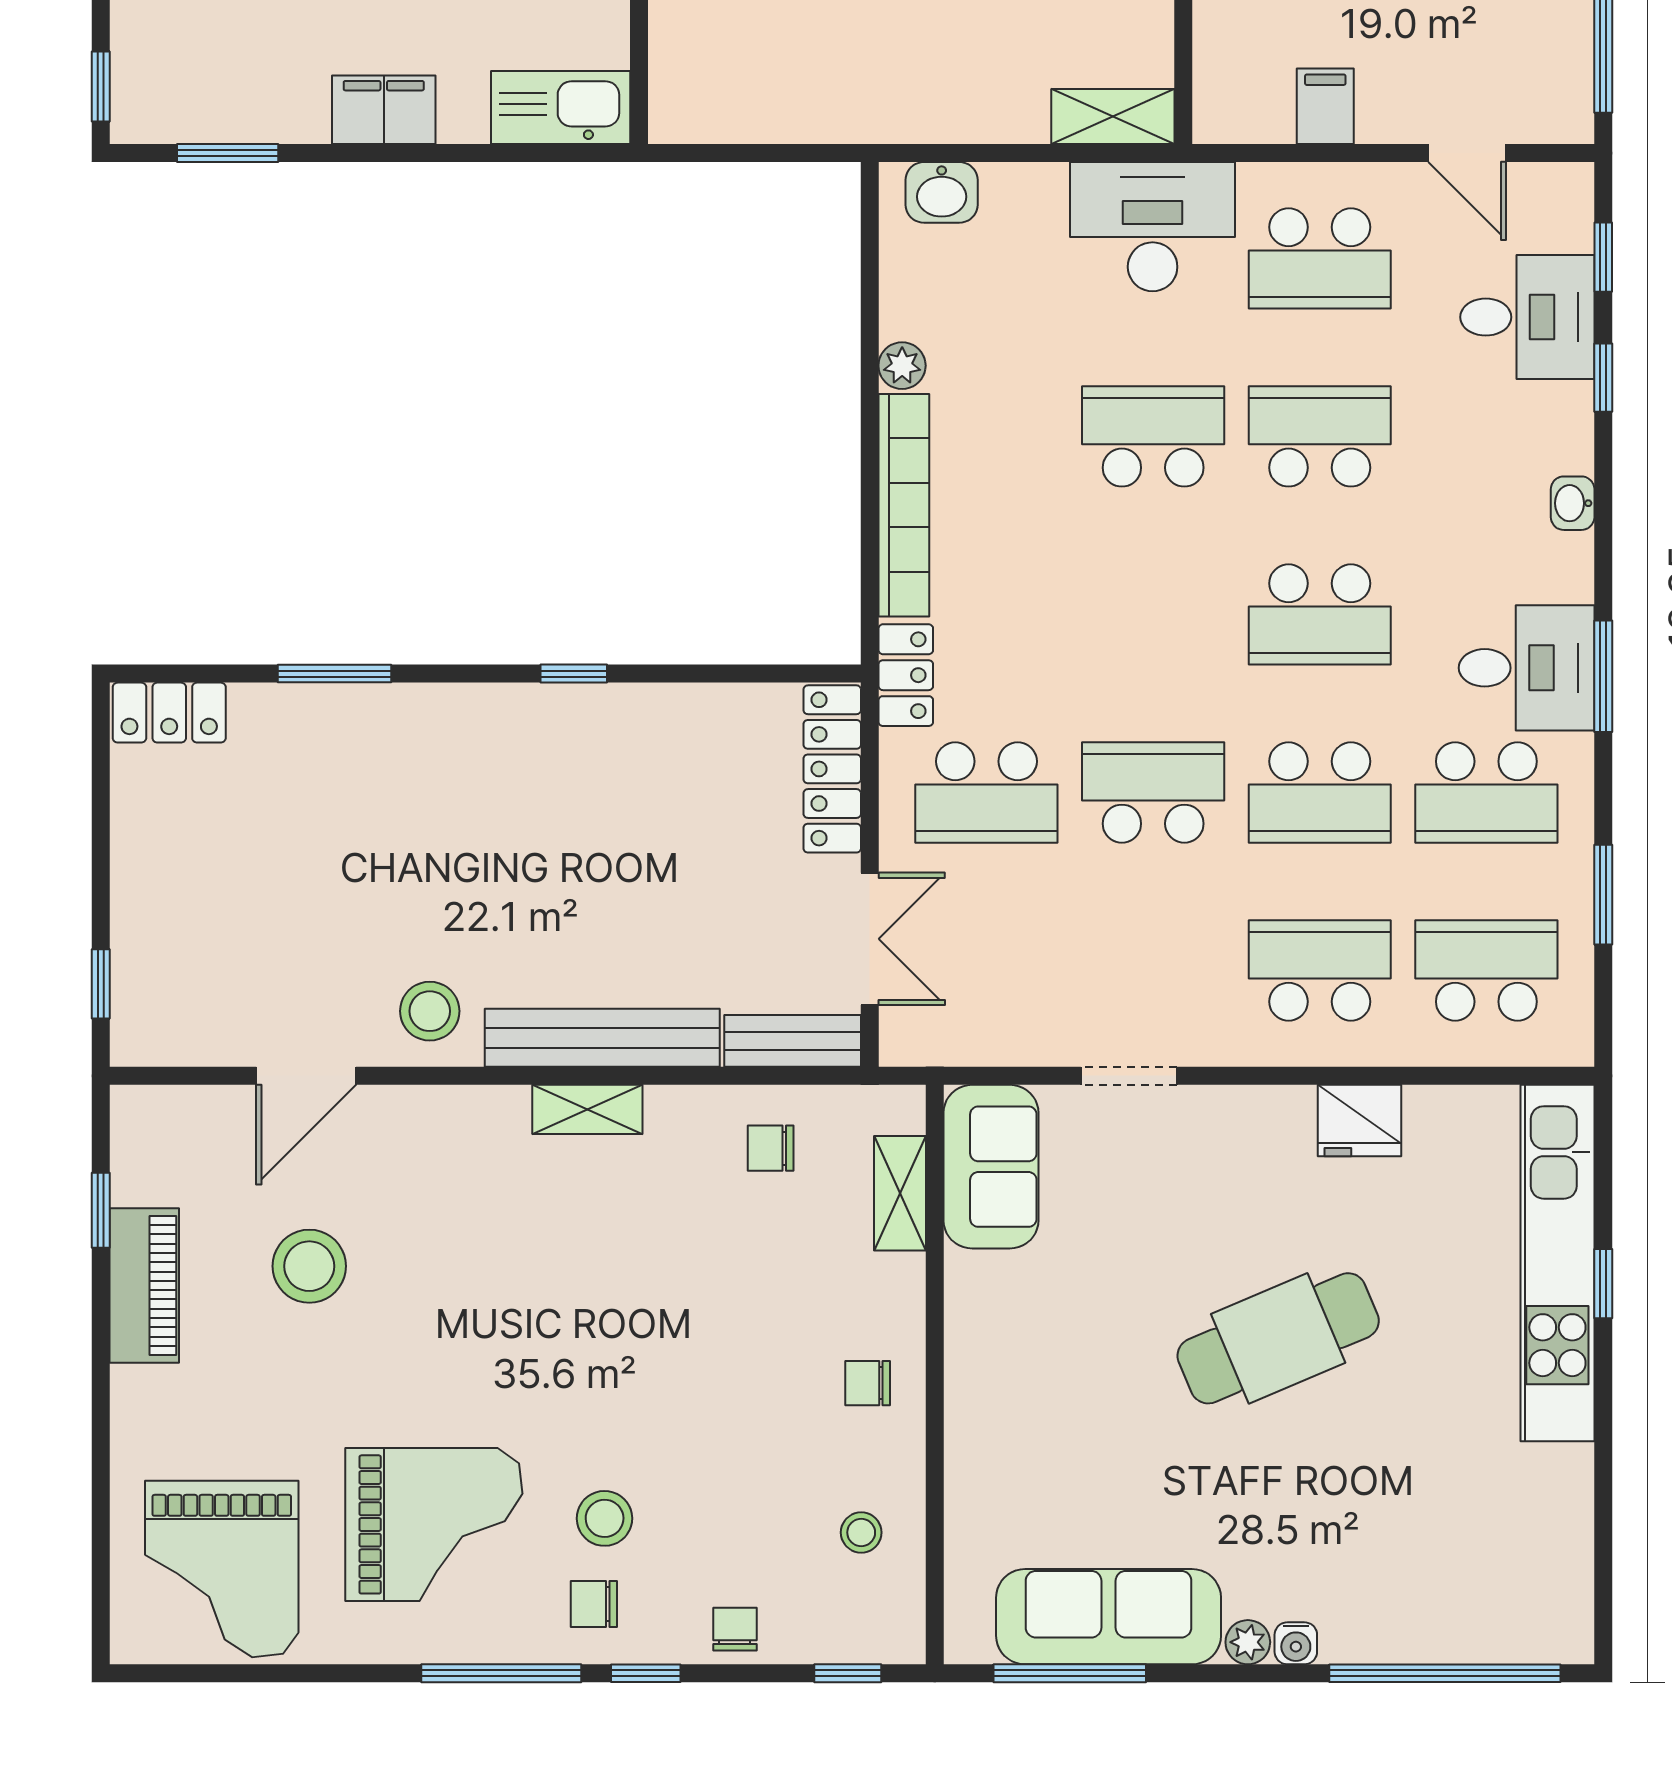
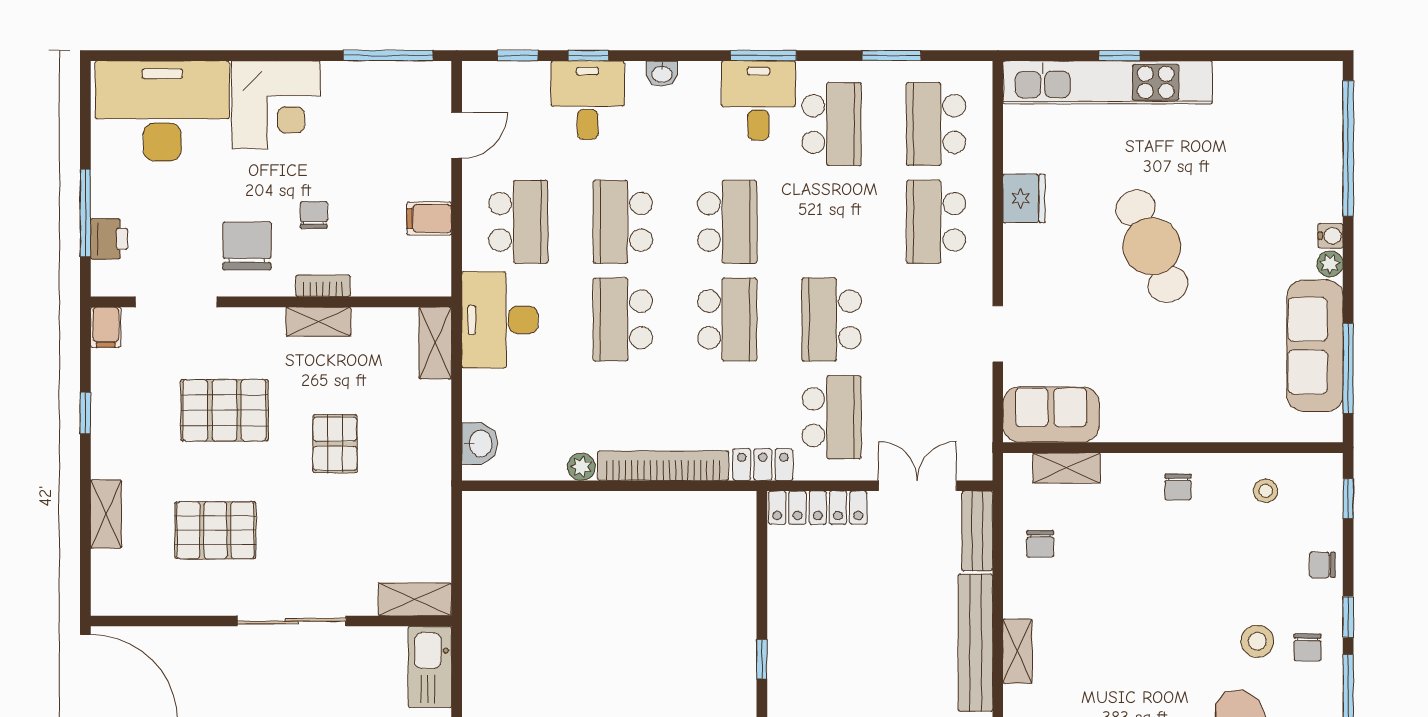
shelving: (676, 82) -> (415, 599), added
desk: (1527, 317) -> (588, 100), moved
school desk: (1320, 792) -> (727, 319), moved

